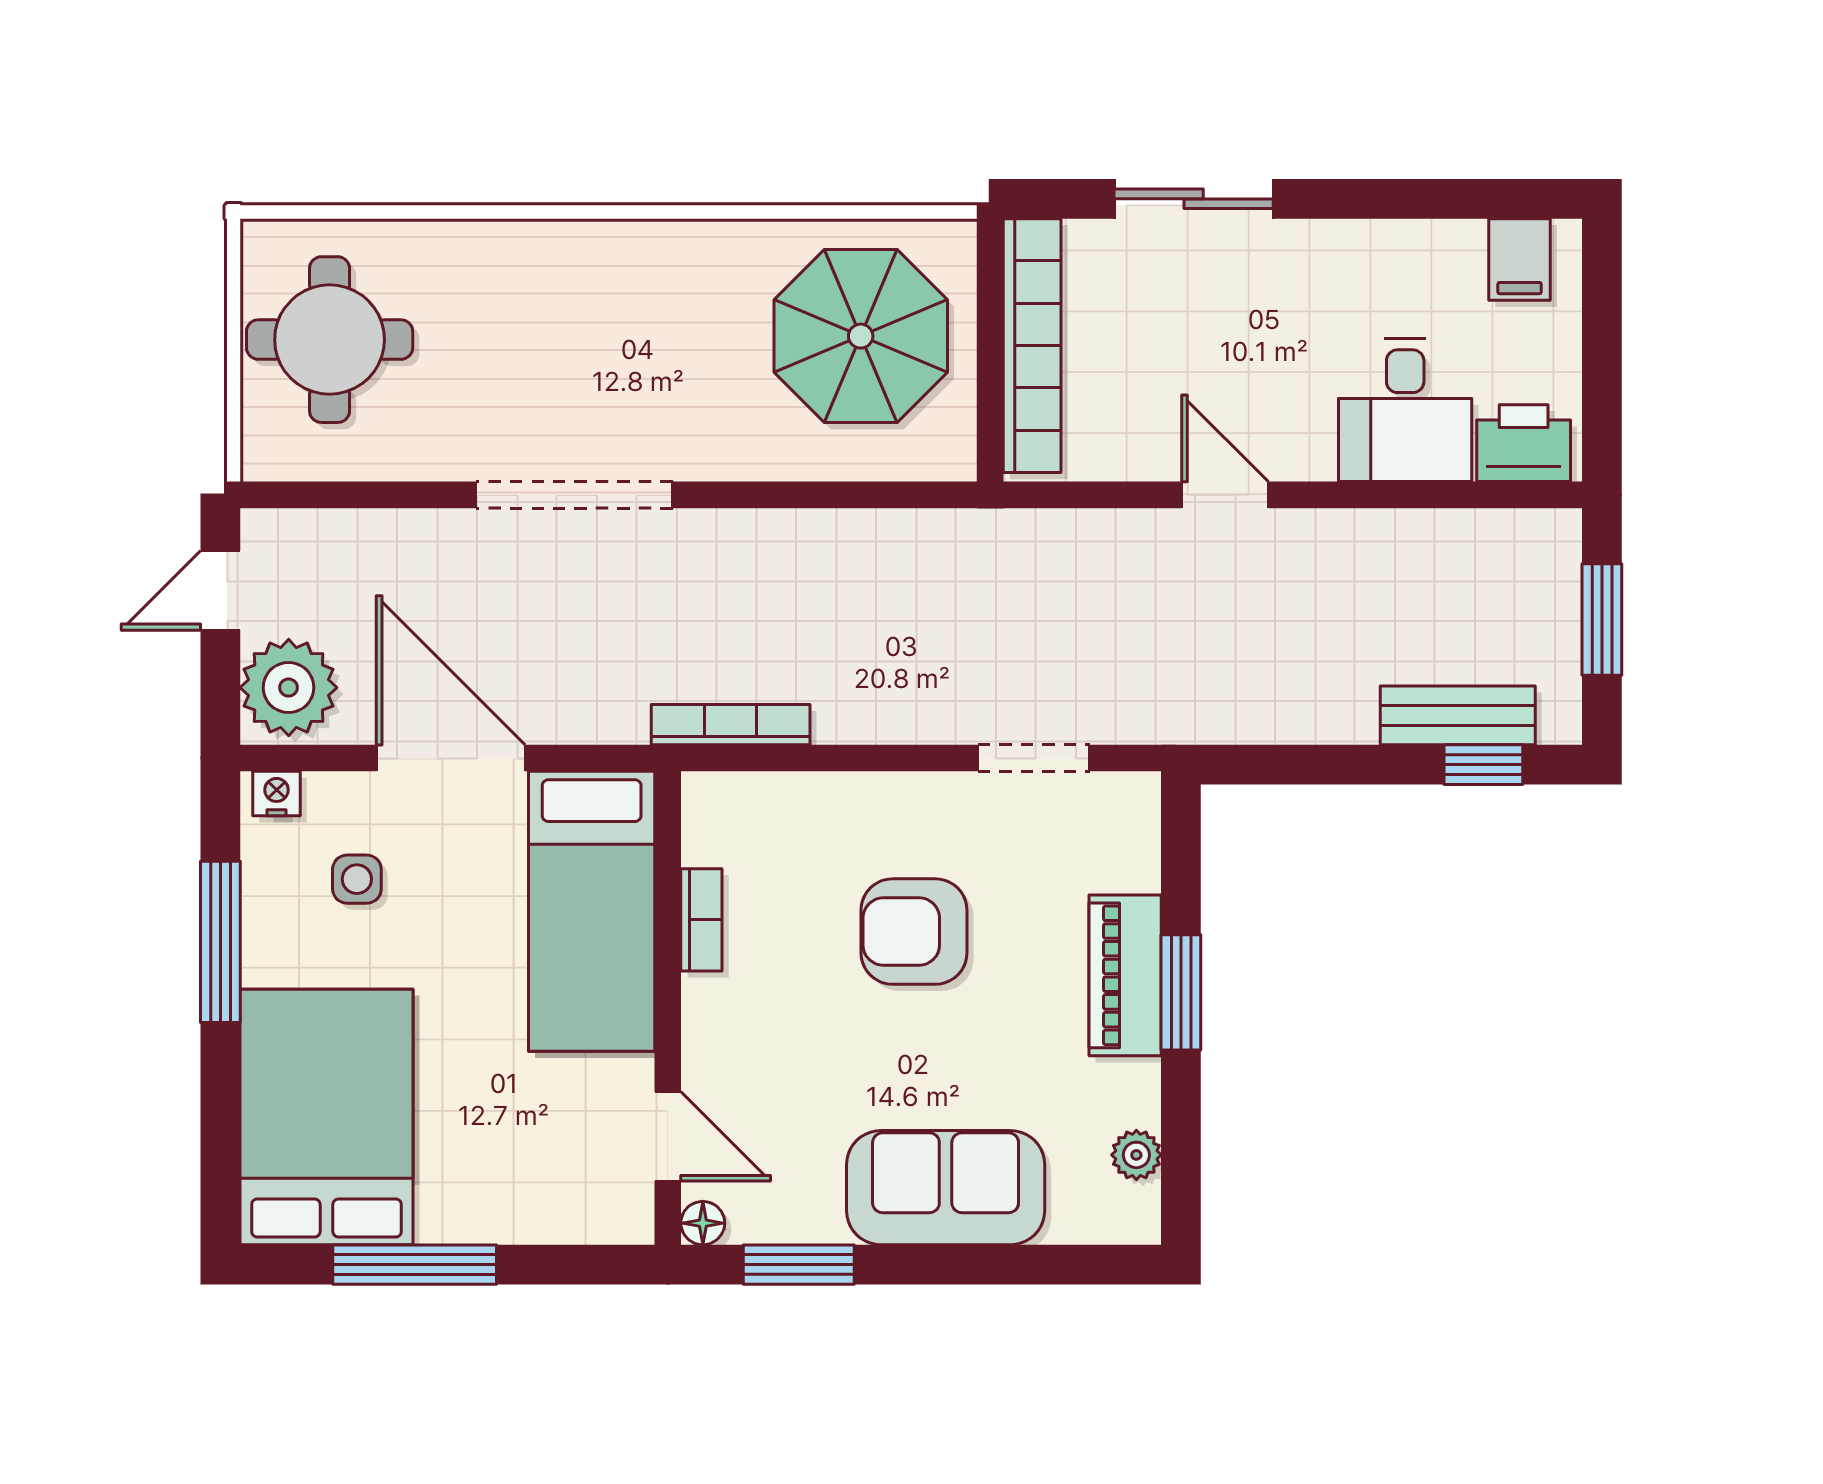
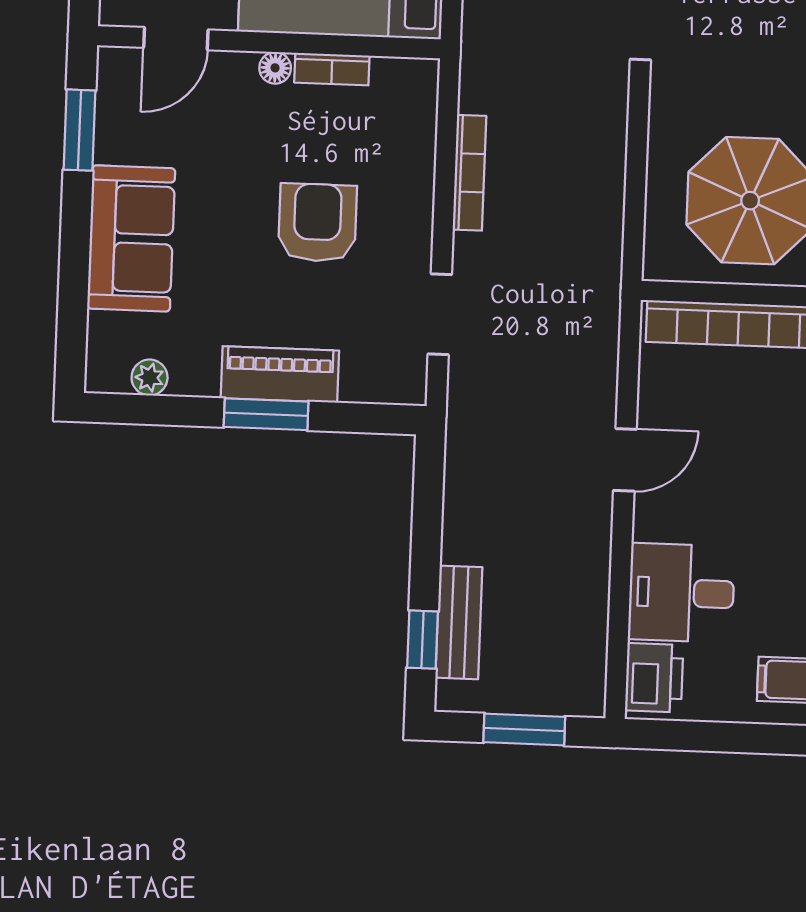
bookcase: (731, 725) -> (469, 173), moved
floor lamp: (703, 1223) -> (275, 68), moved

